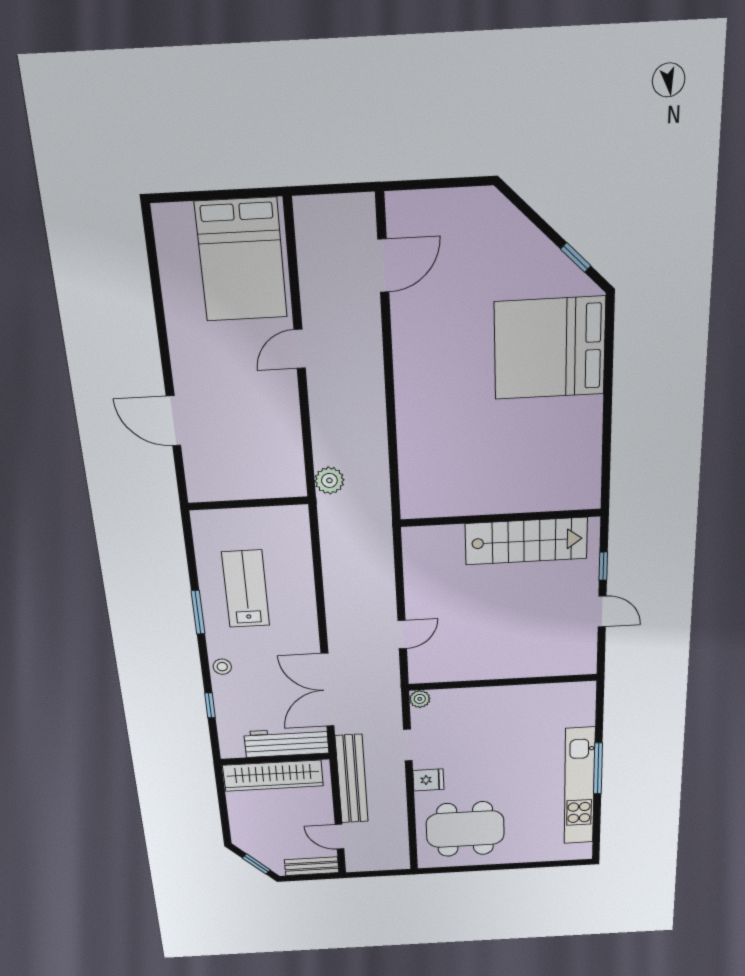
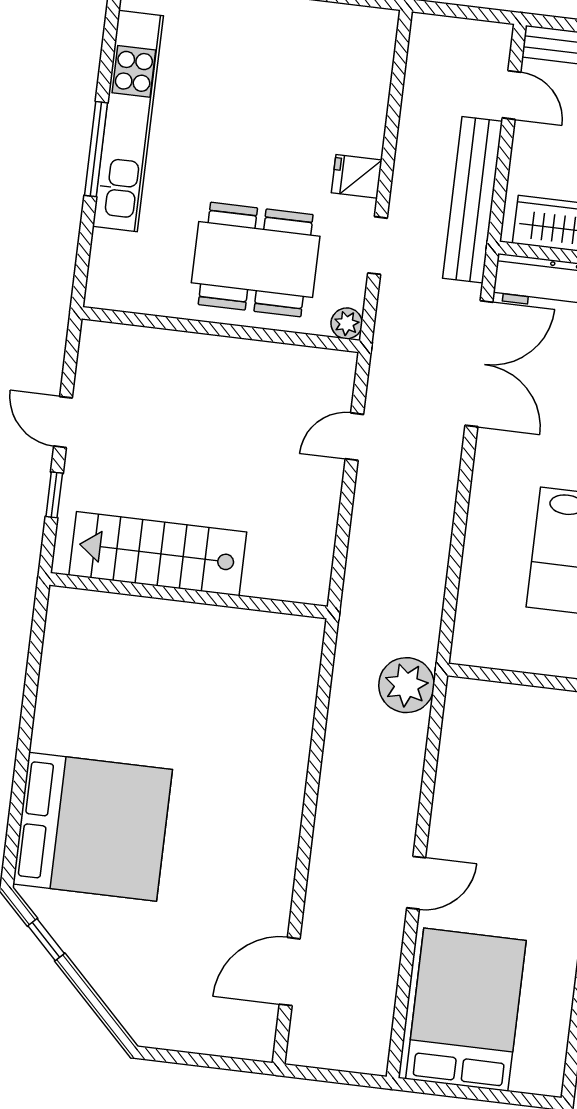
plant: (329, 480) -> (406, 685), width x1.36, depth x1.36
dining table: (465, 829) -> (256, 260), moved

